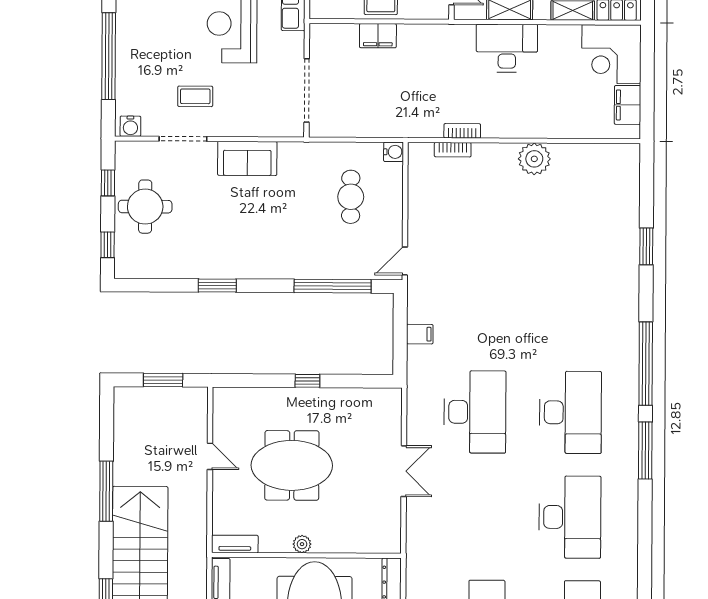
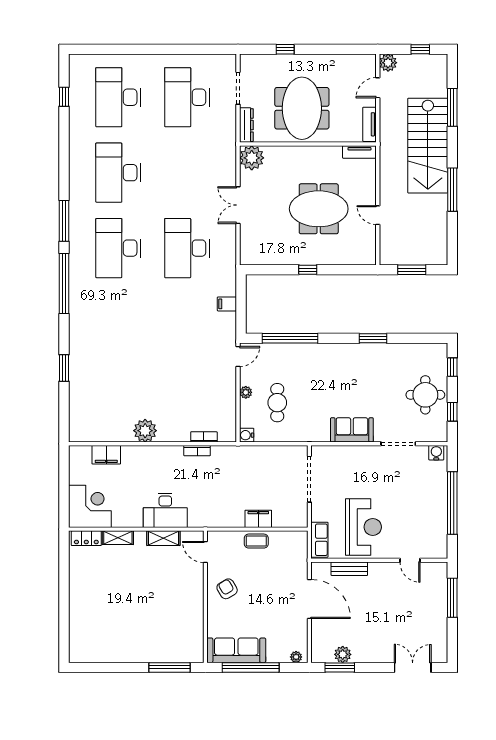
coffee table: (195, 96) -> (390, 474), removed
filing cabinet: (628, 105) -> (106, 455), moved, turned 90
plant: (394, 211) -> (246, 392), added
plant: (302, 544) -> (252, 158), moved, width x1.87, depth x1.87

